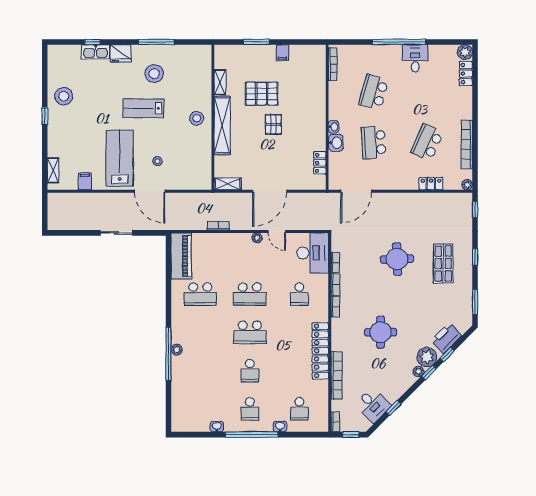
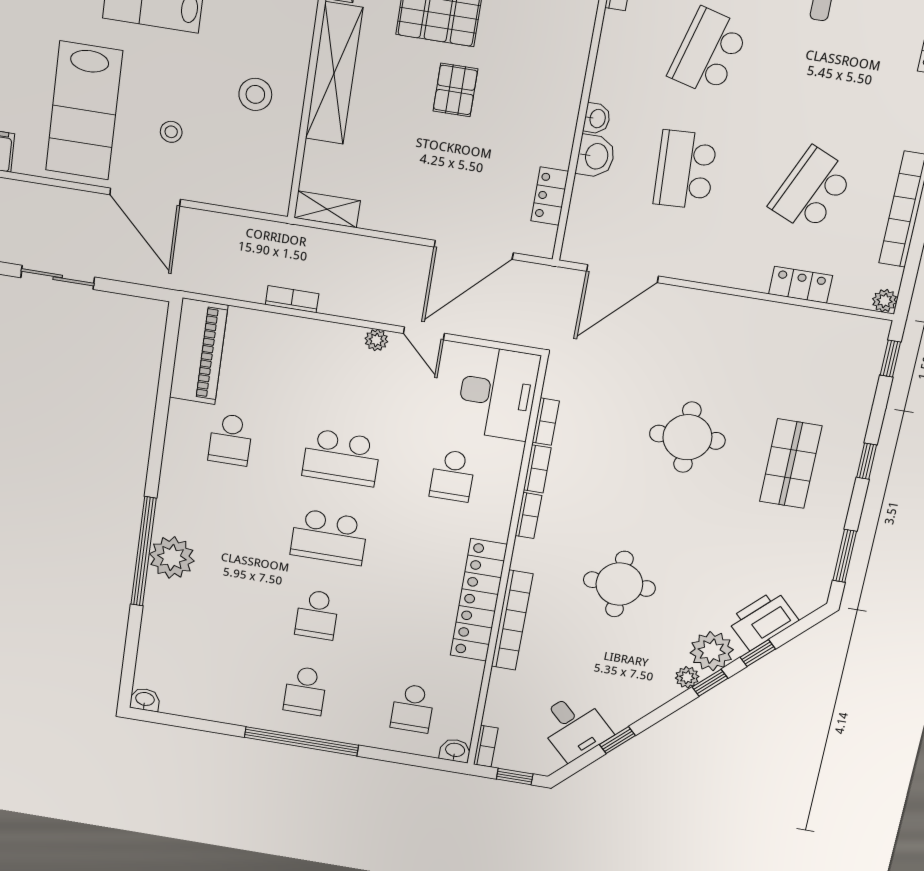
stool: (197, 118) -> (255, 94), moved
lab bench: (120, 158) -> (84, 111), turned 180
door: (270, 191) -> (474, 250), moved
school desk: (200, 294) -> (230, 440), width x0.54
plant: (177, 350) -> (172, 557), width x1.88, depth x1.88
bookcase: (337, 375) -> (512, 620), moved
washbasin: (280, 426) -> (455, 750), moved
washbasin: (217, 427) -> (145, 700), moved

